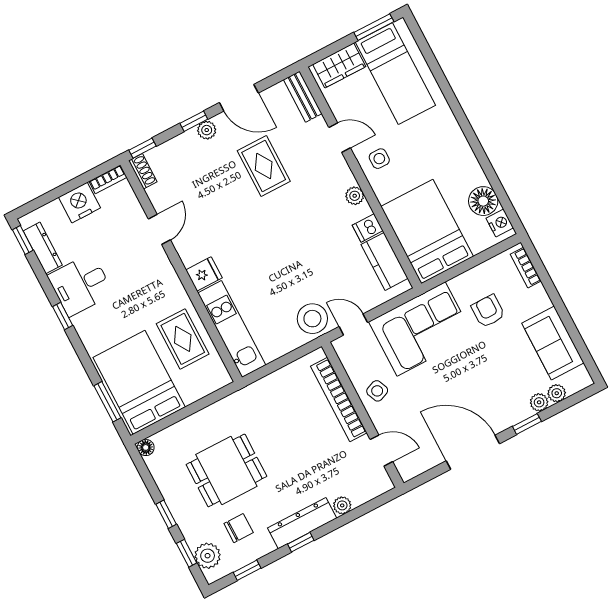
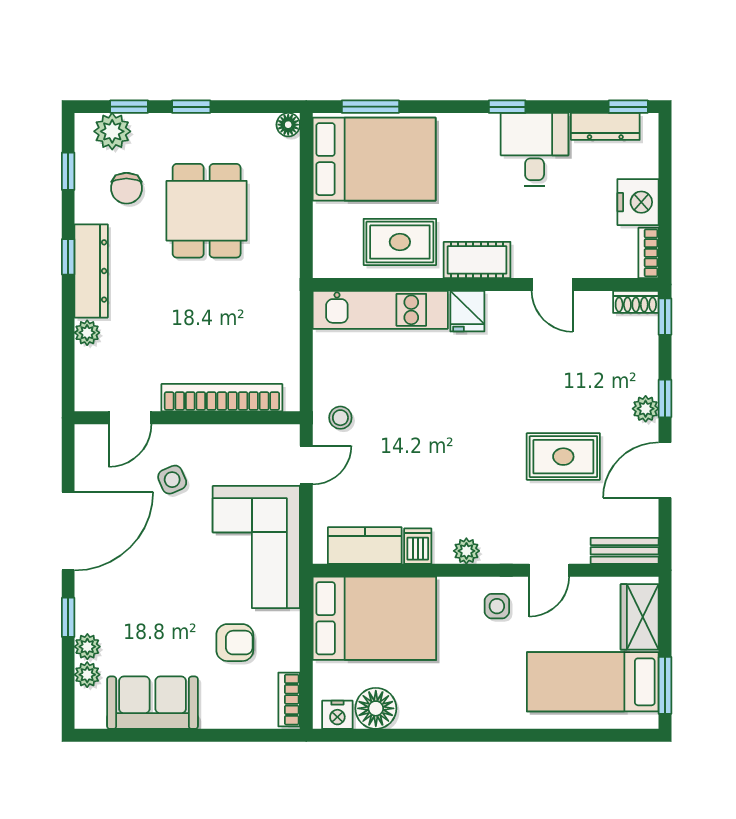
bookcase: (526, 268) -> (289, 700), moved, turned -90
cot: (169, 285) -> (477, 260), added
stool: (312, 319) -> (340, 418), width x0.53, depth x0.53
side table: (377, 391) -> (172, 480), moved

